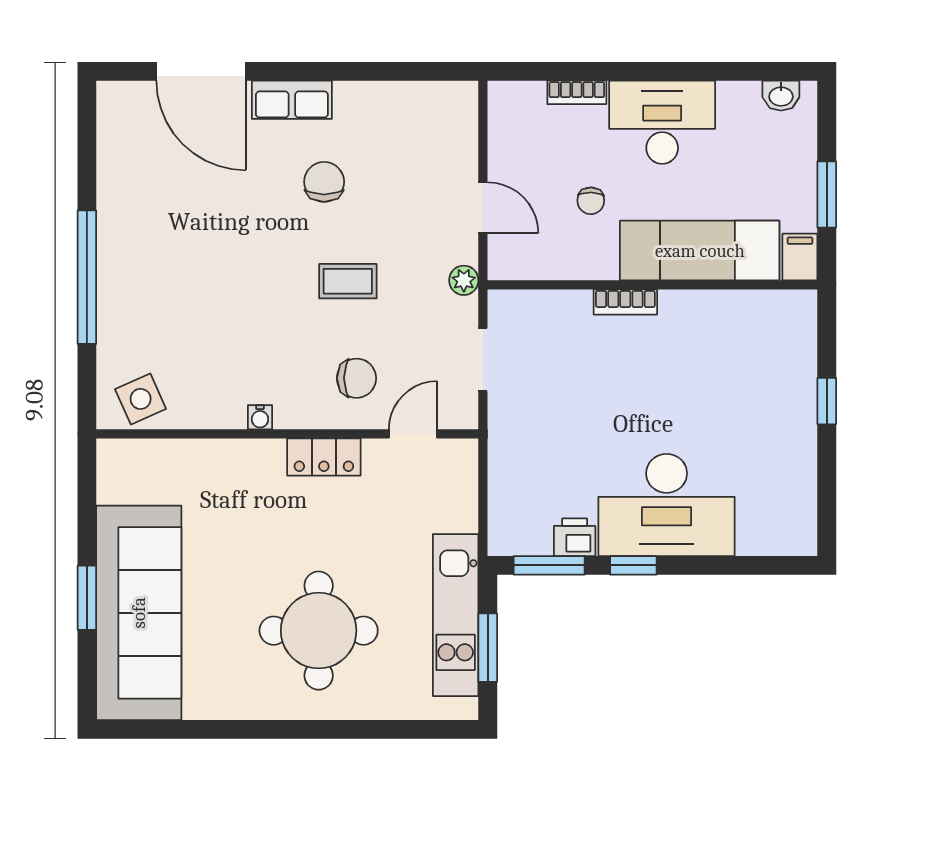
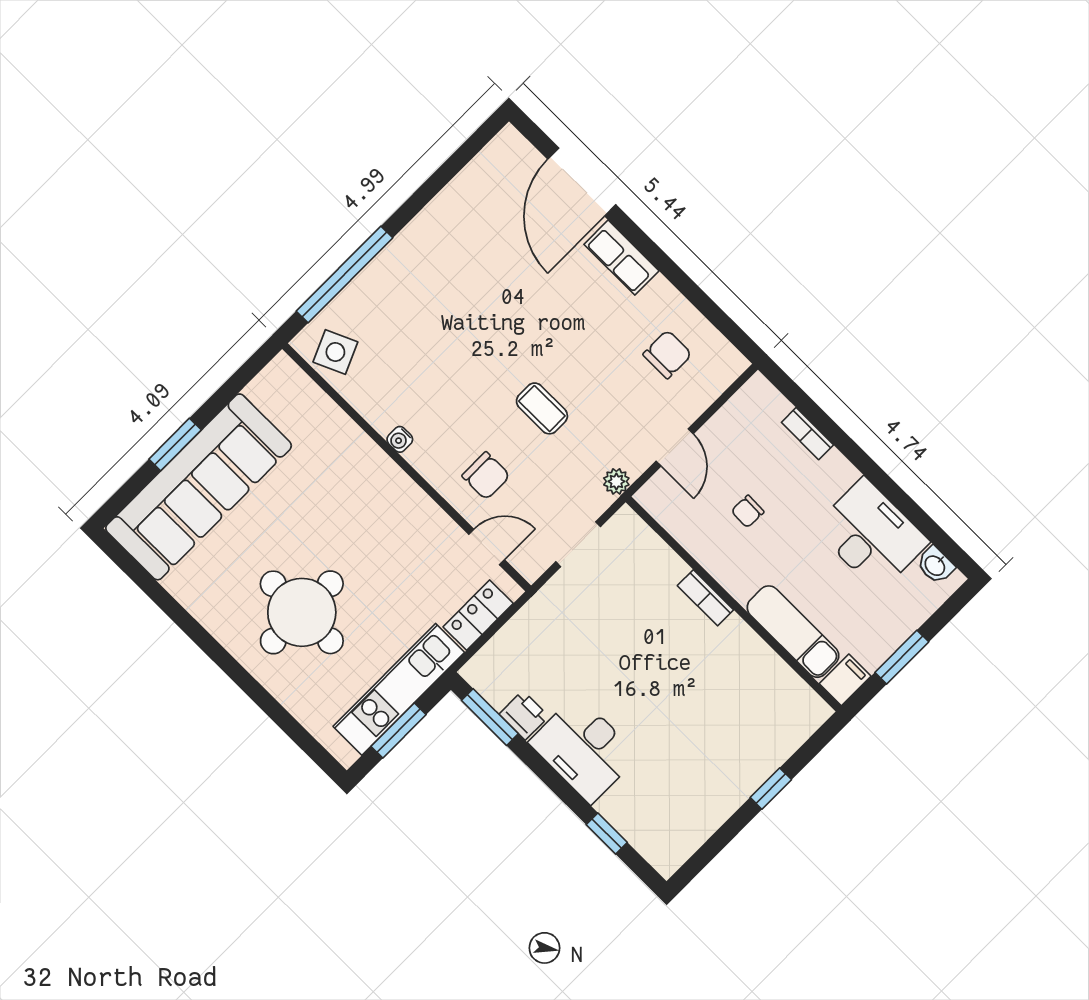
desk: (662, 122) -> (871, 535), moved
chair: (324, 182) -> (667, 354), moved
exam couch: (700, 251) -> (793, 632), width x0.73, depth x0.69
window: (87, 277) -> (345, 274), moved
locker: (324, 457) -> (478, 615), moved, turned 90
desk: (667, 505) -> (584, 749), width x0.73, depth x0.77
window: (633, 565) -> (607, 834), moved

